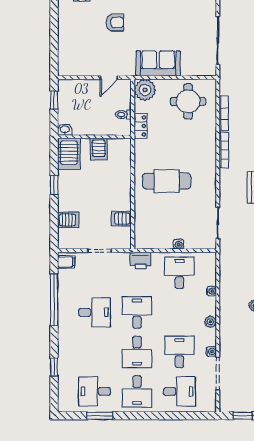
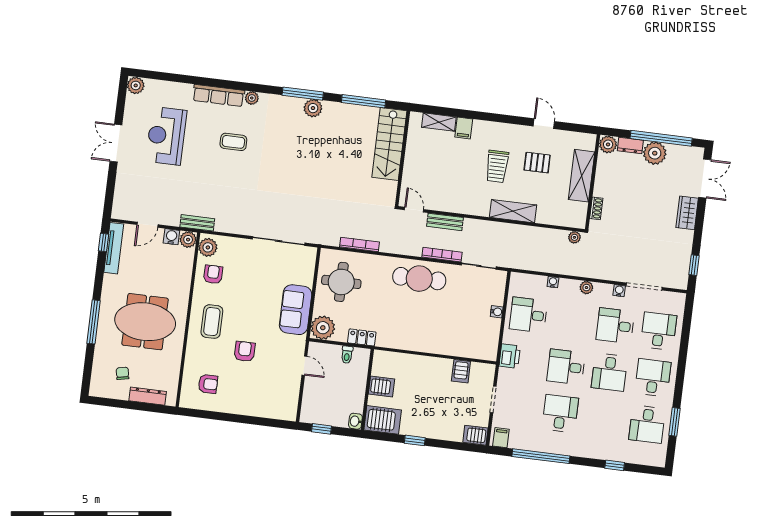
bookcase: (224, 150) -> (442, 255), moved
cafe table: (167, 181) -> (419, 279), moved, turned 90
server rack: (68, 220) -> (475, 435), moved, turned -90
desk: (137, 352) -> (609, 372), turned 90
desk: (137, 391) -> (653, 378), turned -90

